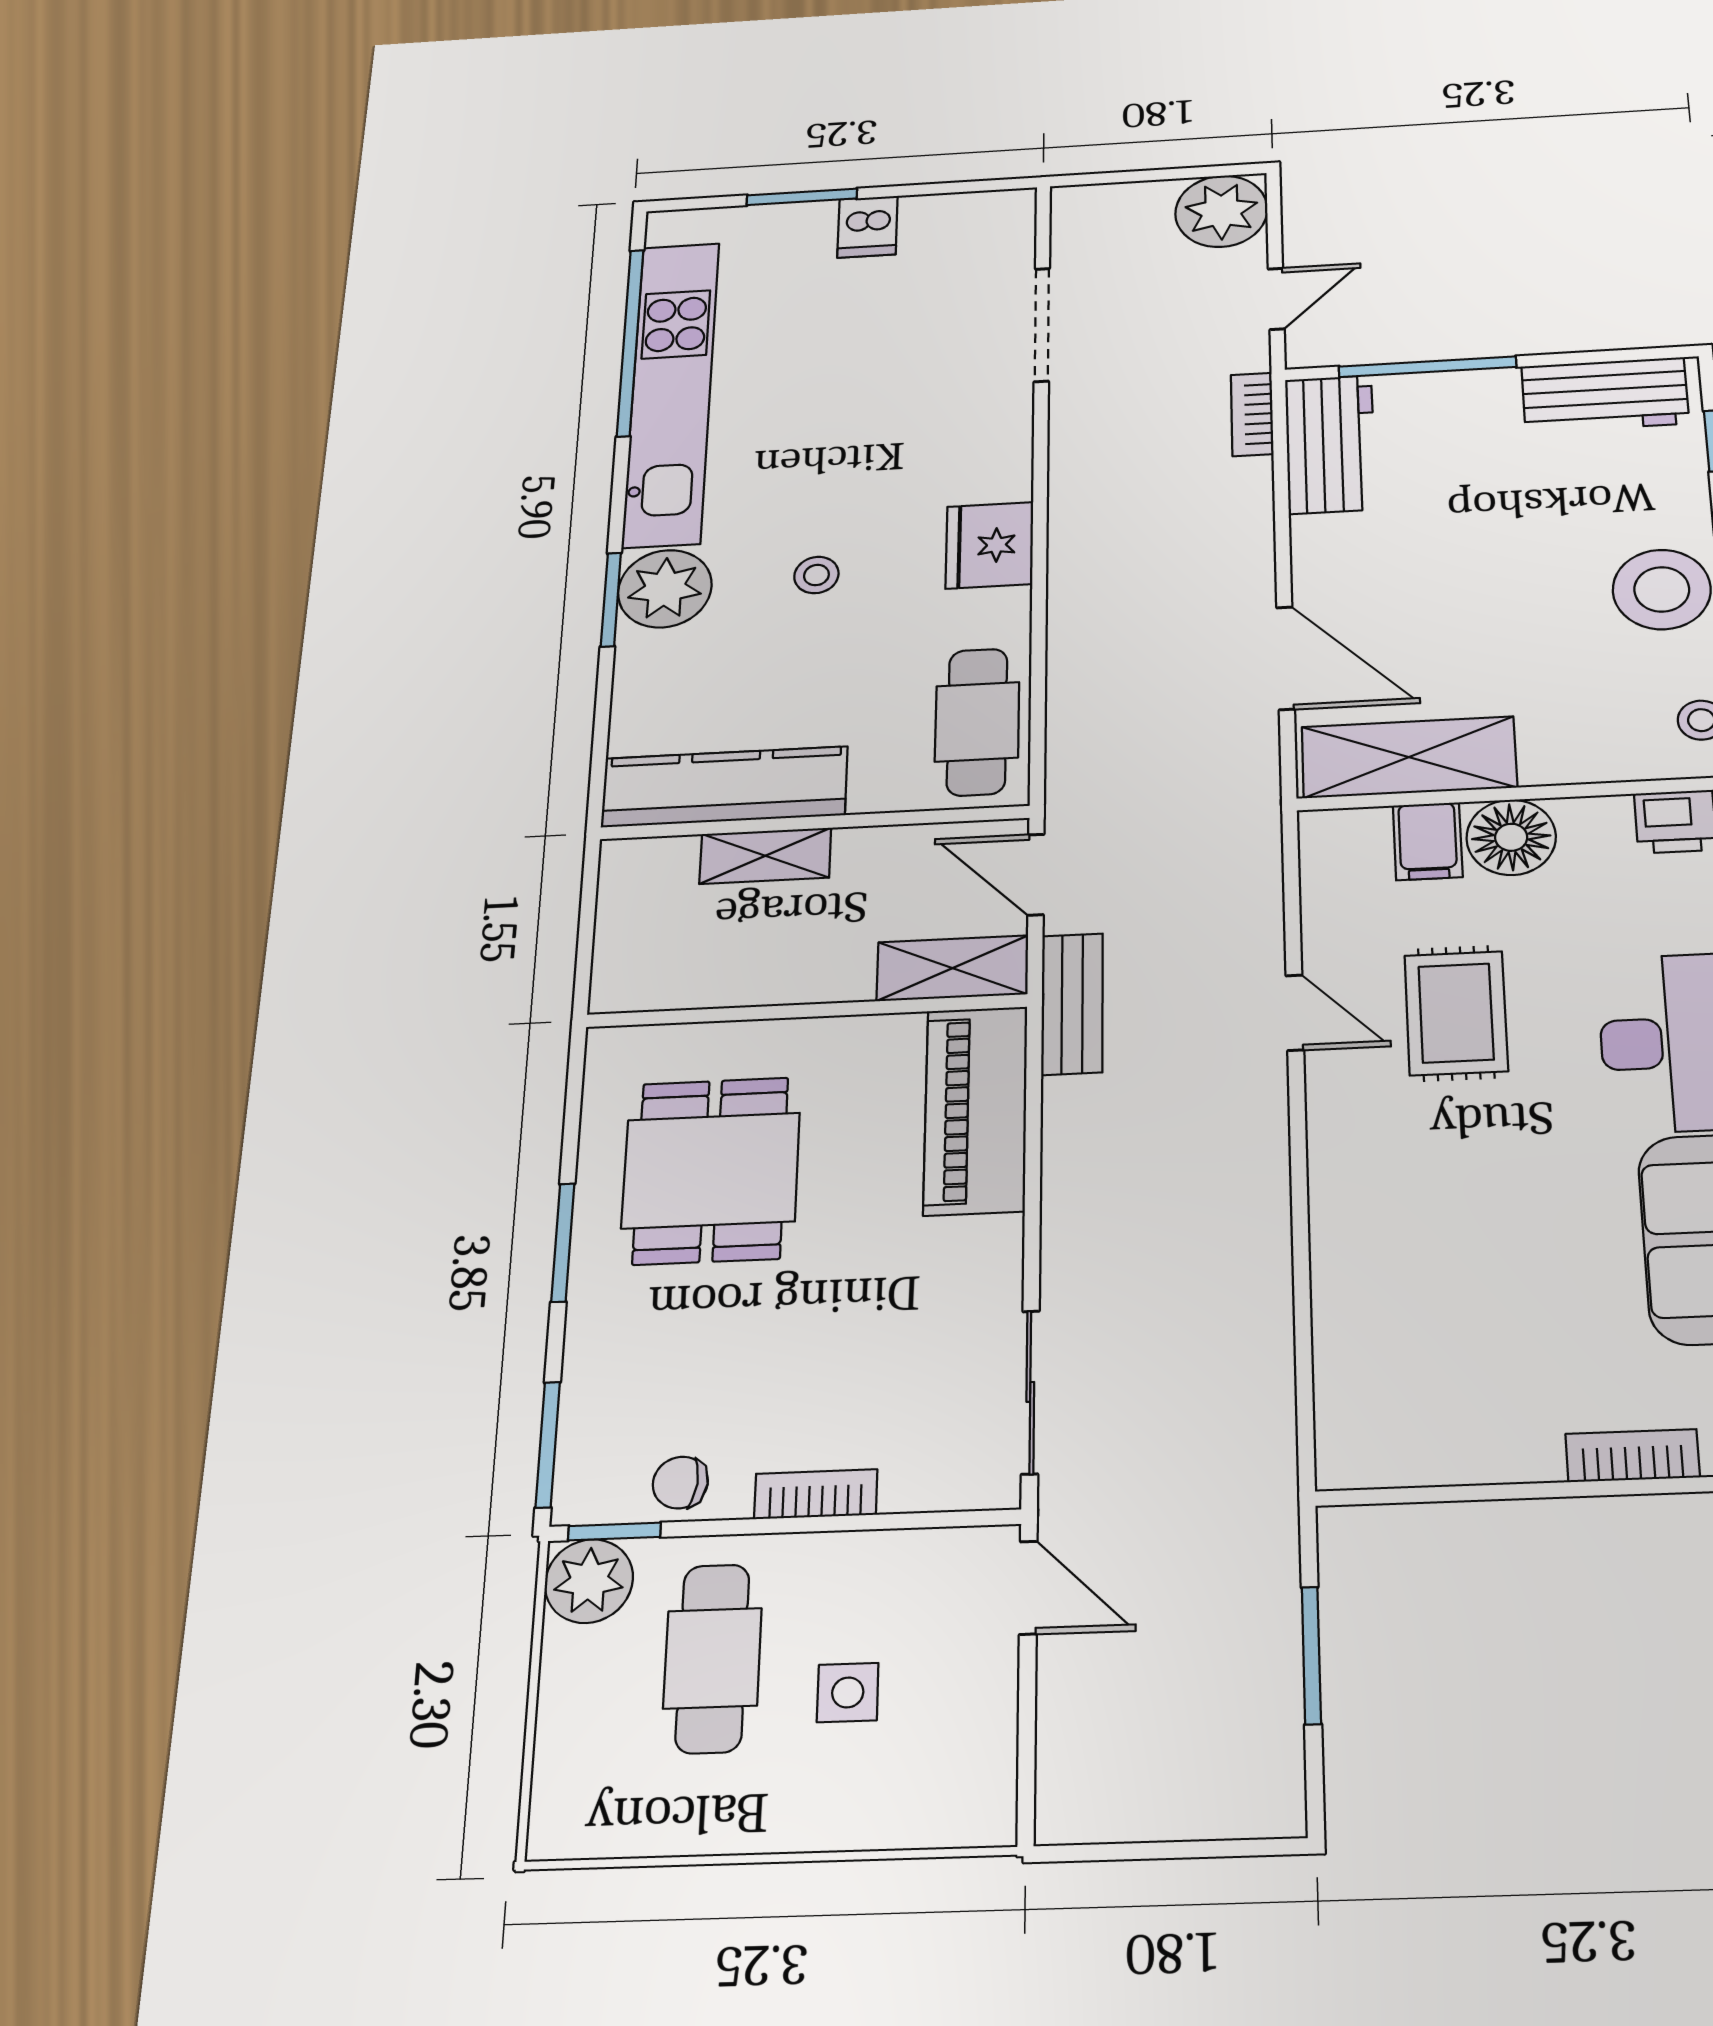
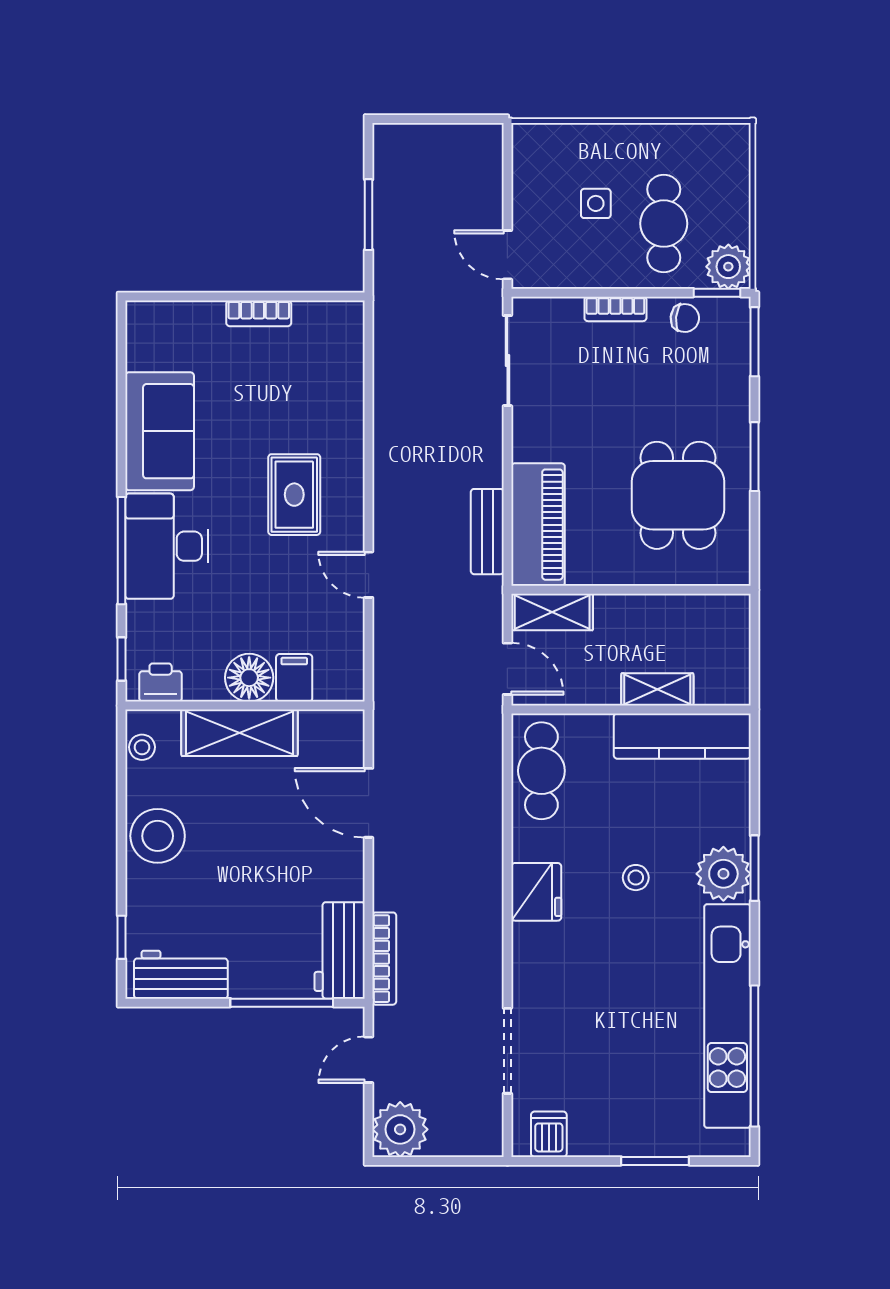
dishwasher: (868, 227) -> (549, 1134), moved
bookcase: (1252, 414) -> (384, 959), width x1.56
shelving: (1409, 757) -> (240, 733), moved
bench: (1072, 1004) -> (487, 532), moved
rug: (1456, 1013) -> (294, 495), moved
bookcase: (1633, 1456) -> (259, 313), moved

